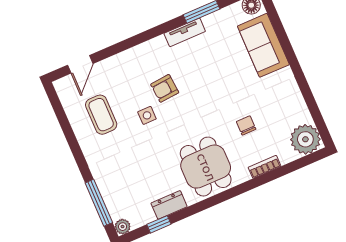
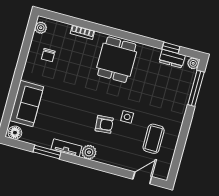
plant: (157, 47) -> (89, 152), added
chair: (246, 125) -> (48, 55), moved
plant: (305, 139) -> (41, 28), width x0.53, depth x0.53
dresser: (169, 205) -> (172, 59), moved

